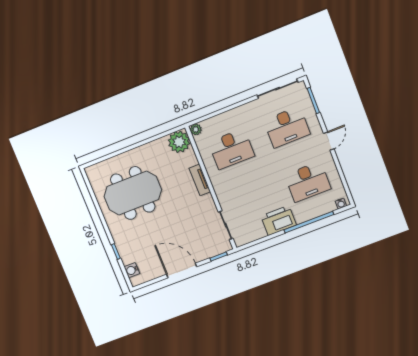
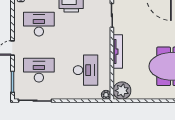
desk: (231, 149) -> (86, 70), turned 90
tv unit: (200, 180) -> (118, 52), width x1.41

